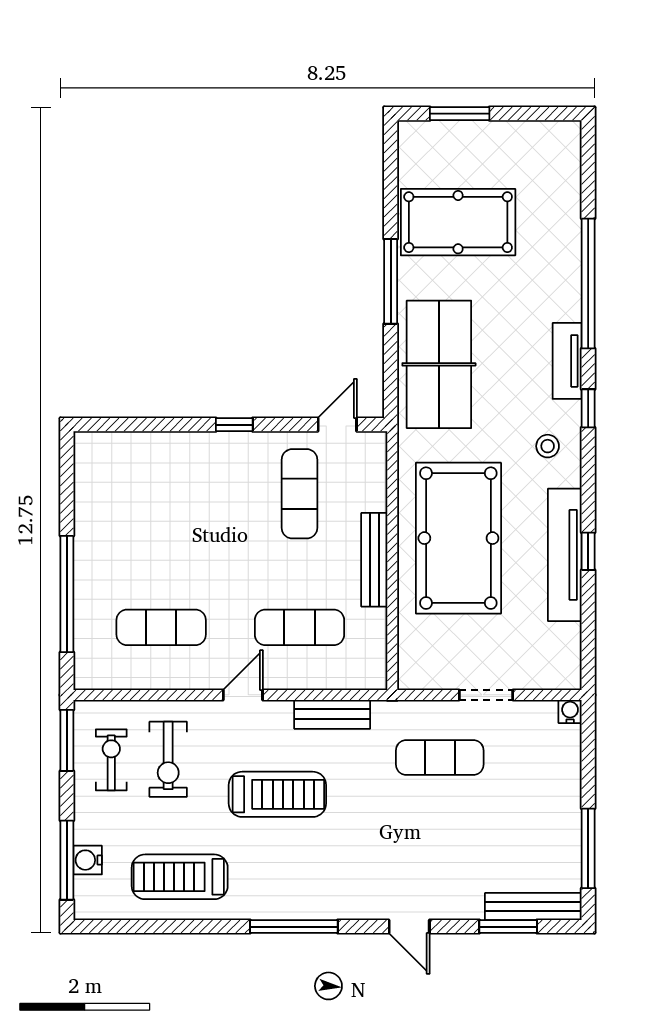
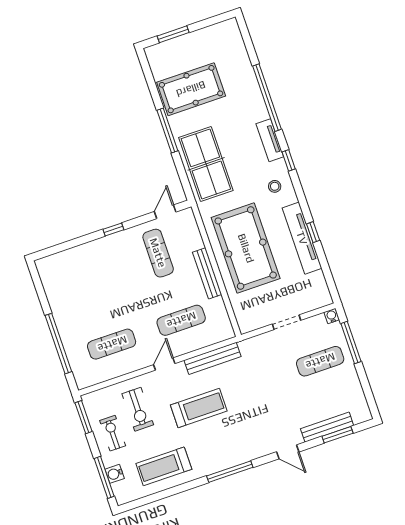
bench: (332, 714) -> (213, 358), width x1.36
exercise mat: (440, 757) -> (320, 361), moved
exercise bike: (111, 760) -> (113, 433), moved
window: (588, 848) -> (351, 343), moved
bench: (533, 906) -> (327, 427), moved

